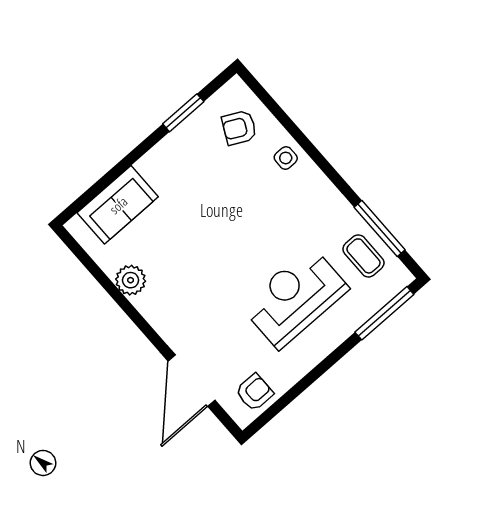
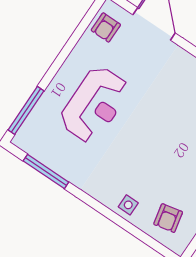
armchair: (239, 128) -> (168, 218), turned 141
coffee table: (363, 256) -> (52, 148), removed

